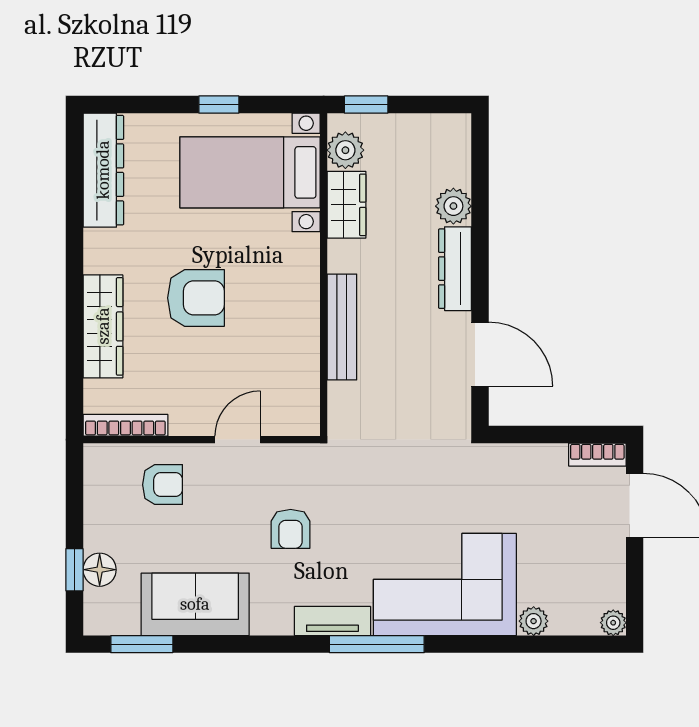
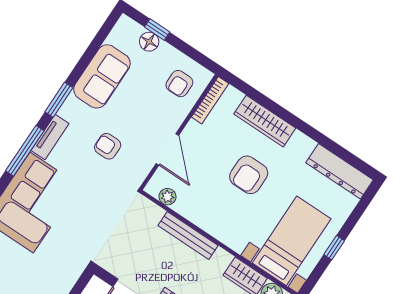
plant: (306, 394) -> (167, 197), added
door: (238, 440) -> (167, 149), width x1.38
armchair: (163, 485) -> (179, 84), moved
window: (142, 644) -> (59, 100), moved

